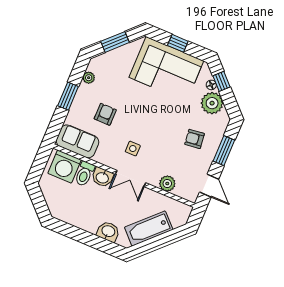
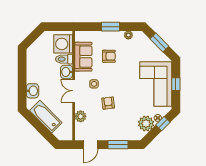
armchair: (195, 139) -> (108, 103), moved
sofa: (77, 141) -> (83, 57), moved

